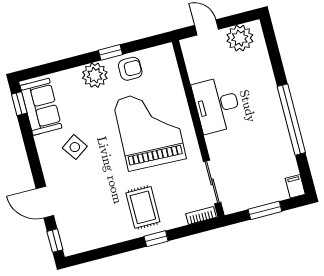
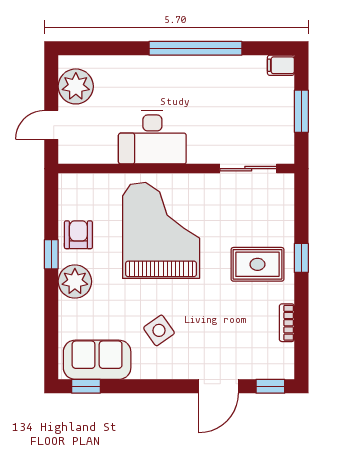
grand piano: (149, 129) -> (161, 230), turned 88
bookcase: (201, 216) -> (287, 323), moved

